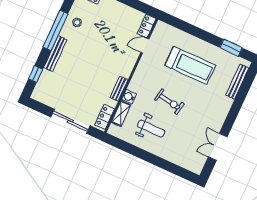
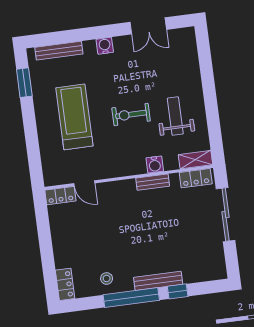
window: (35, 74) -> (178, 291), moved
exercise bike: (169, 102) -> (131, 114), turned -99
water cooler: (222, 112) -> (105, 46), added
shelving: (121, 114) -> (196, 160), moved

